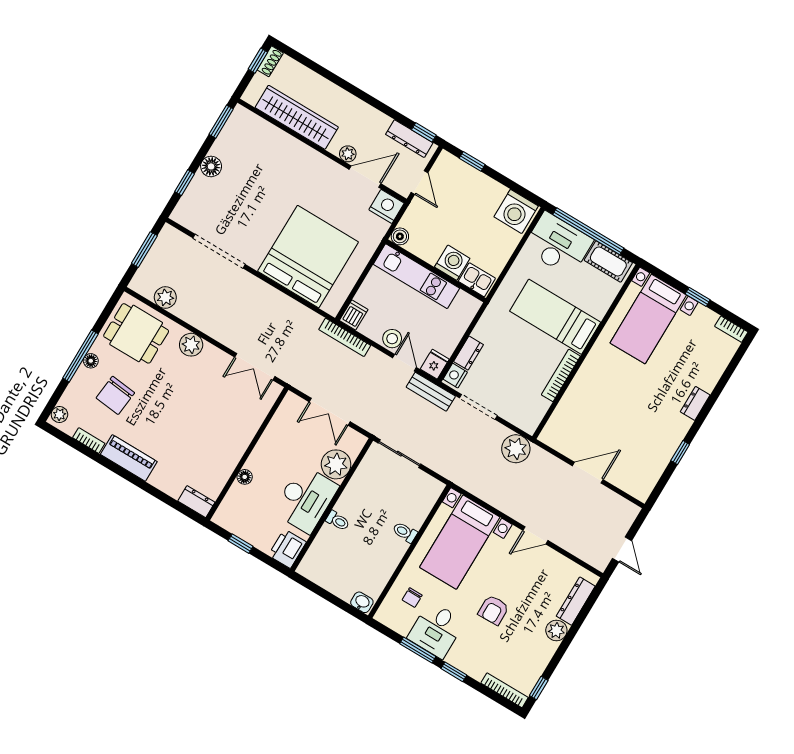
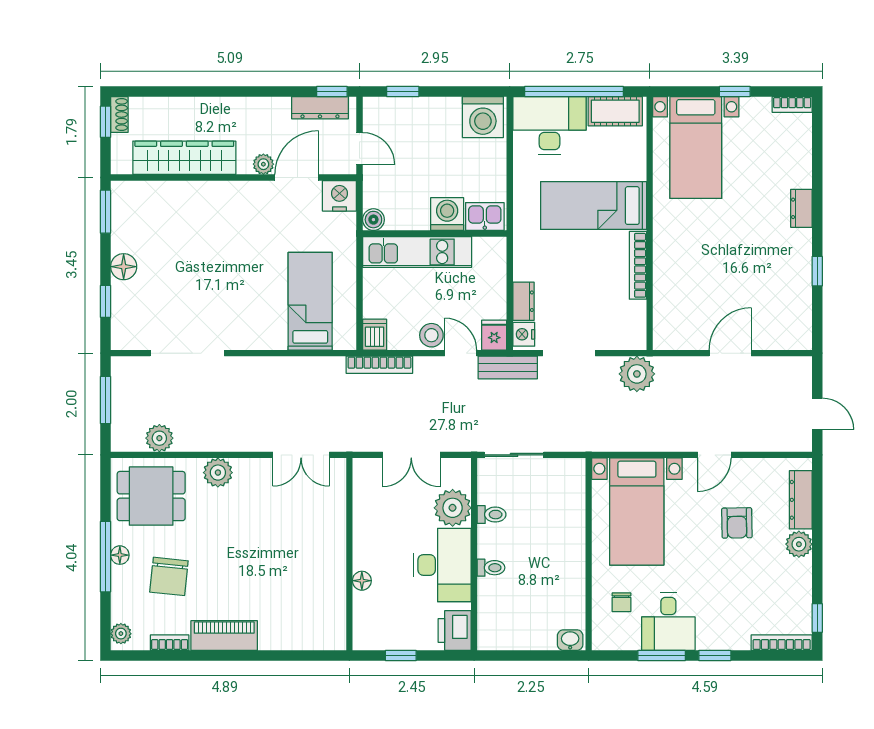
bed: (308, 257) -> (310, 301), width x0.49
dresser: (196, 502) -> (326, 639), removed
toilet: (405, 532) -> (492, 515), moved, turned 180
armchair: (493, 610) -> (737, 523), moved

